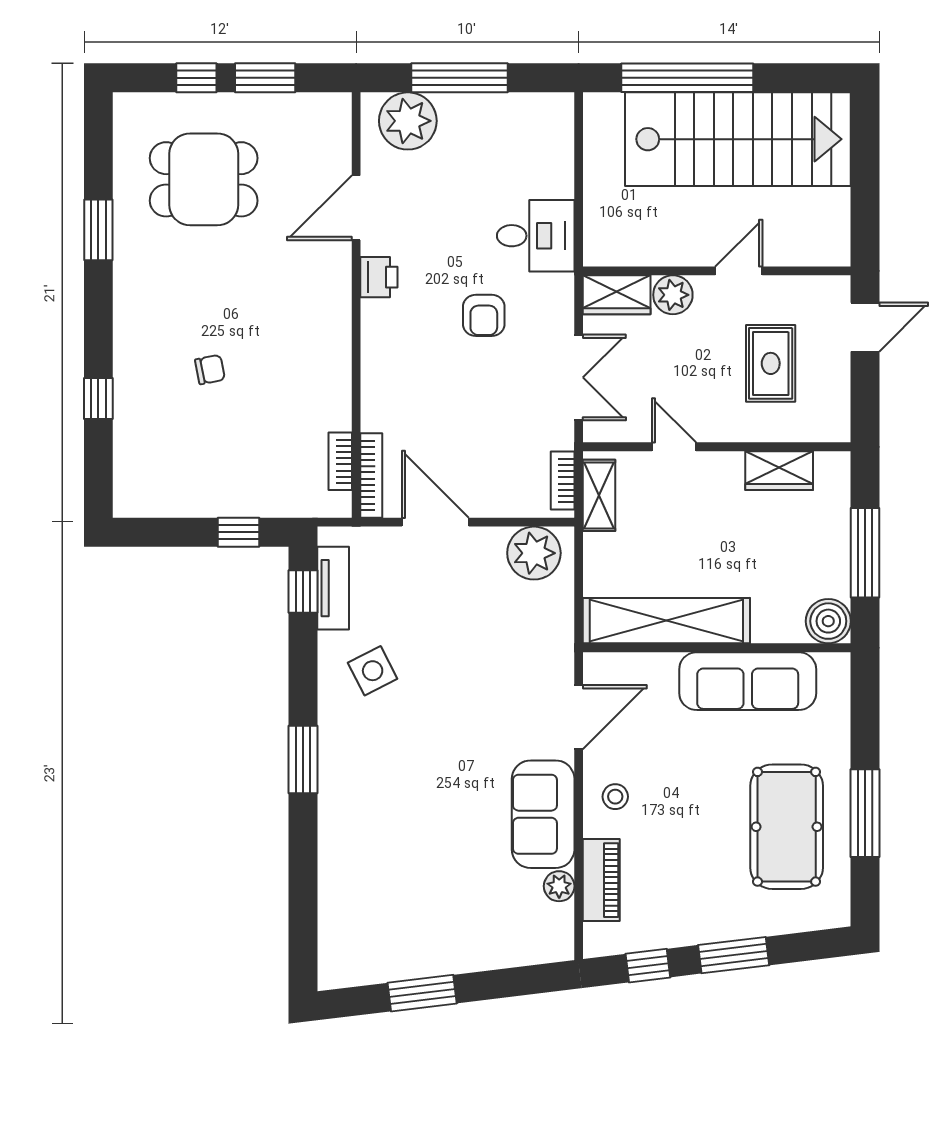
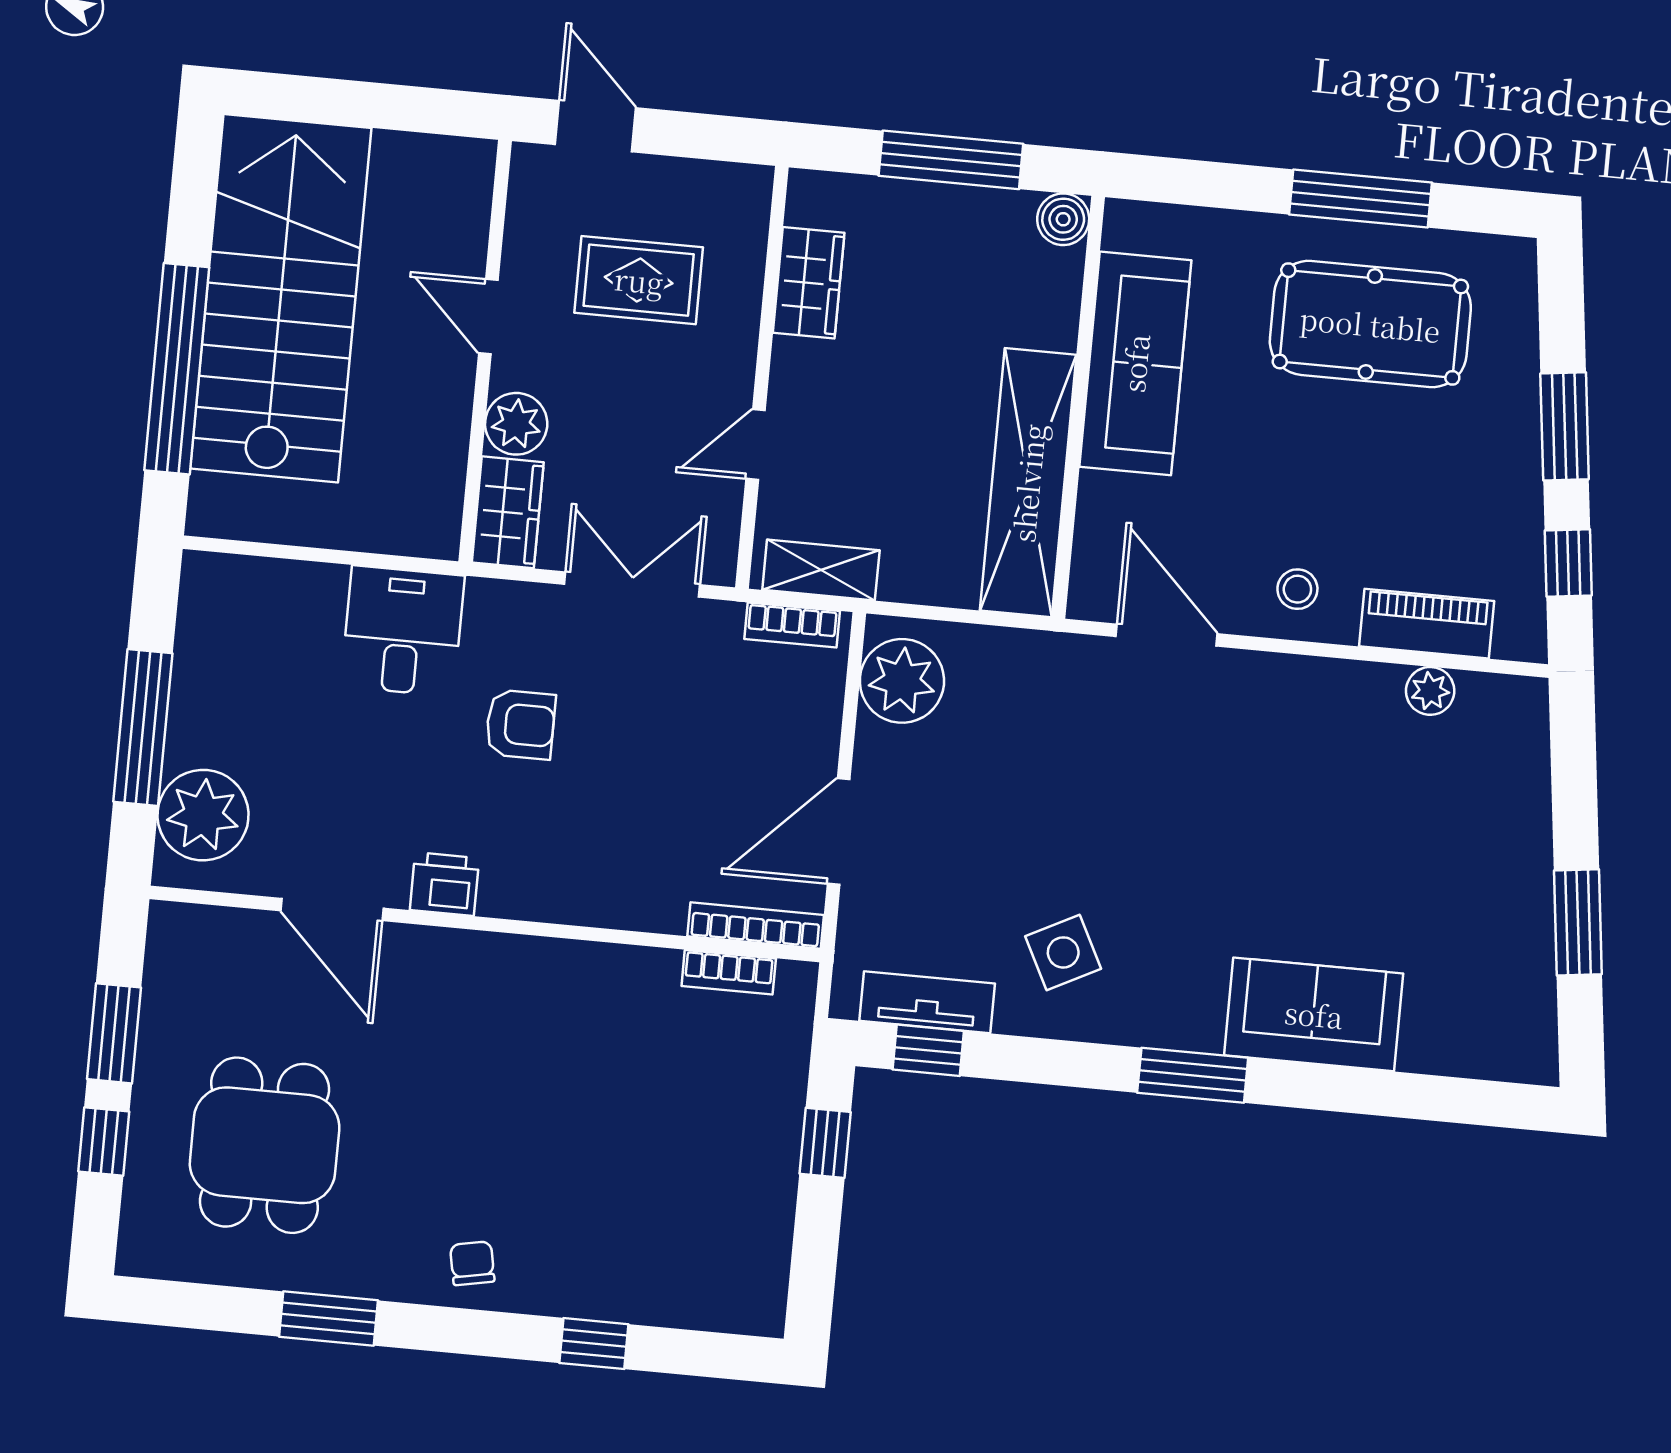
chair: (210, 370) -> (472, 1263), moved
boiler: (828, 621) -> (1063, 219), width x0.73, depth x0.73
sofa: (543, 814) -> (1314, 1014), moved, turned 180

